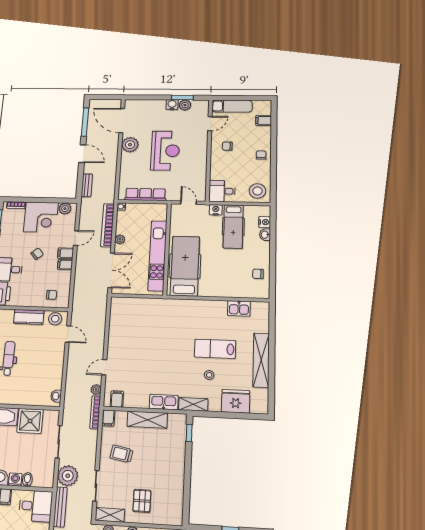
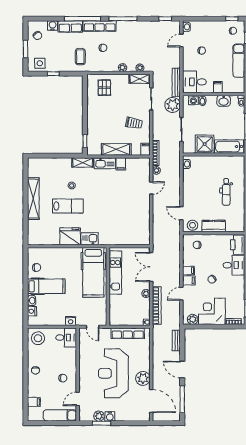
reception desk: (165, 151) -> (113, 373), width x1.36, depth x1.30
hospital bed: (233, 226) -> (46, 286), moved, turned 90
kitchen unit: (157, 256) -> (115, 273), width x0.73
kitchen sink: (239, 308) -> (90, 239), moved
filing cabinet: (117, 399) -> (121, 164), moved
fridge: (236, 401) -> (70, 236), moved, turned 180
washing machine: (15, 480) -> (193, 100), moved
pallet: (142, 501) -> (104, 88), moved

